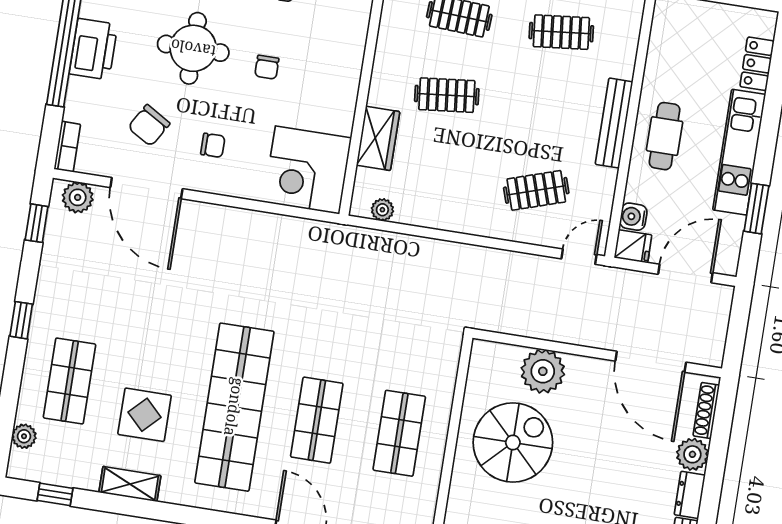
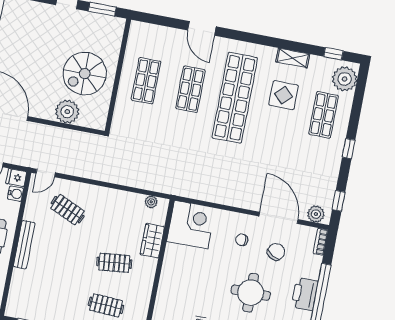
clothes rail: (561, 32) -> (51, 295), removed
chair: (267, 67) -> (211, 281), removed
clothes rail: (536, 190) -> (68, 210), turned 42
plant: (24, 436) -> (345, 79), width x1.87, depth x1.87

